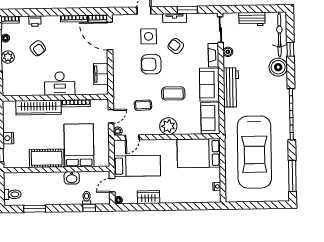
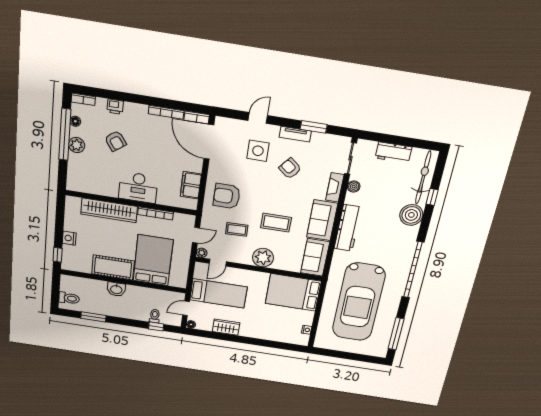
armchair: (151, 64) -> (227, 196), moved
washbasin: (72, 178) -> (116, 289), moved

